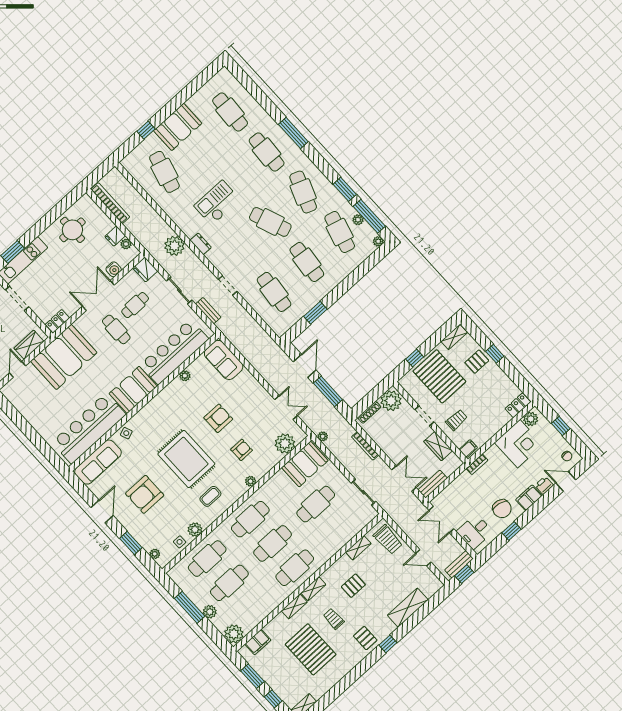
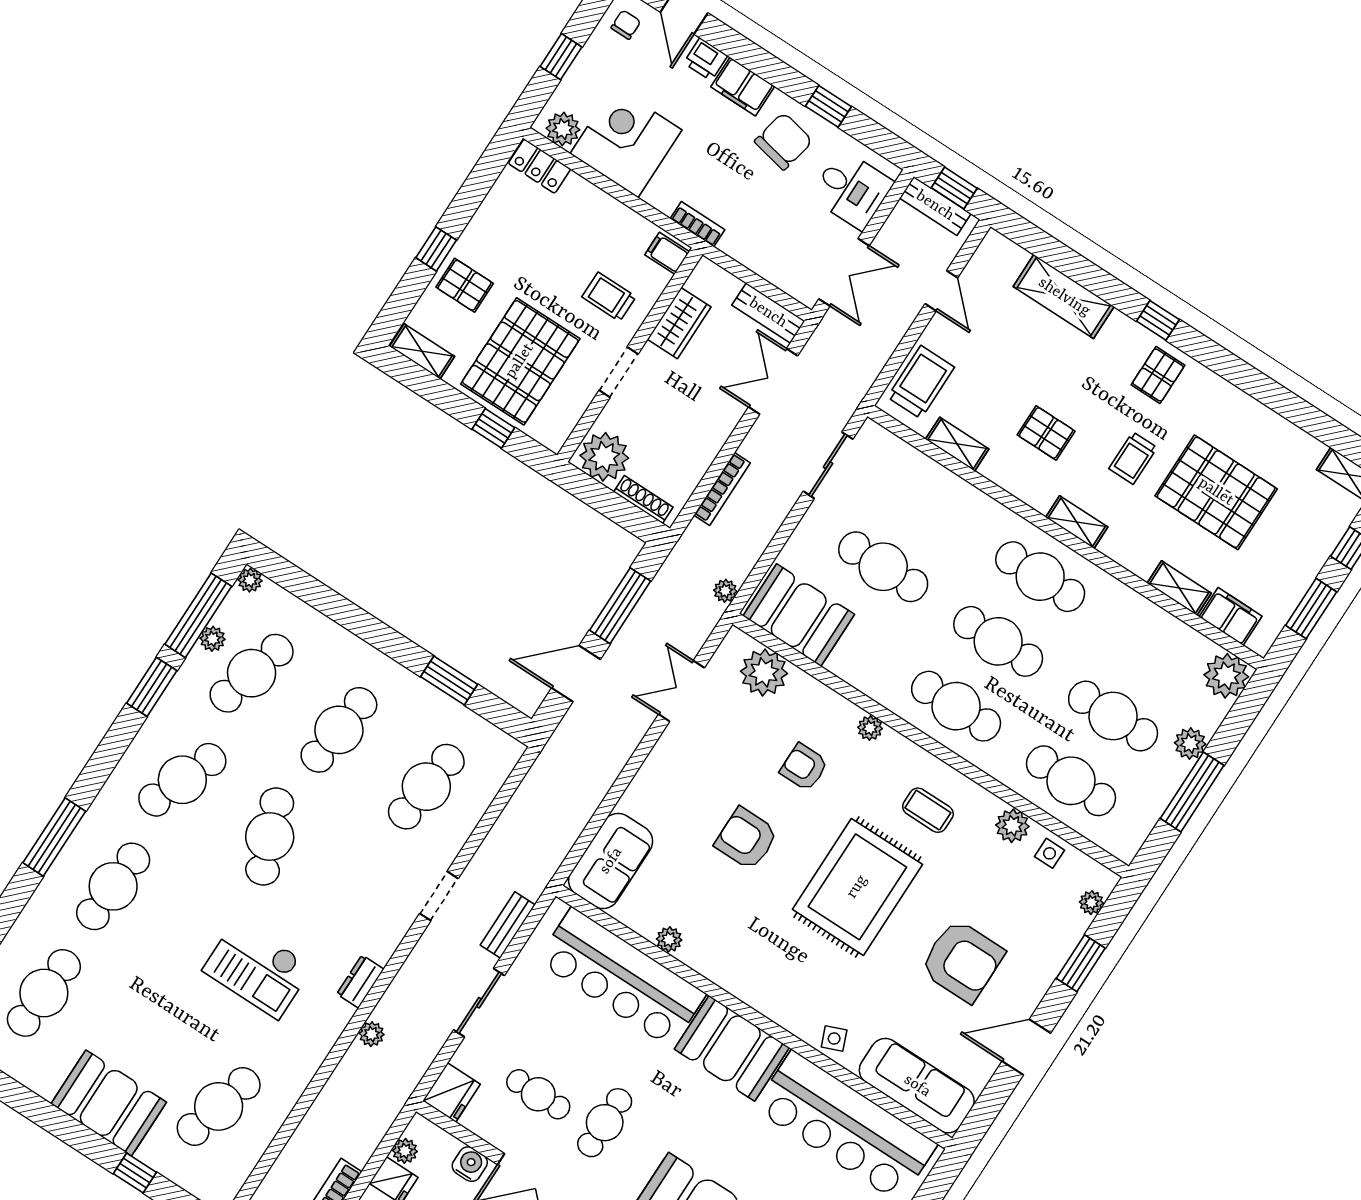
plant: (174, 246) -> (372, 1034), width x0.53, depth x0.53
shelving: (294, 606) -> (1179, 588), moved
pallet: (311, 649) -> (1216, 492), turned 90

